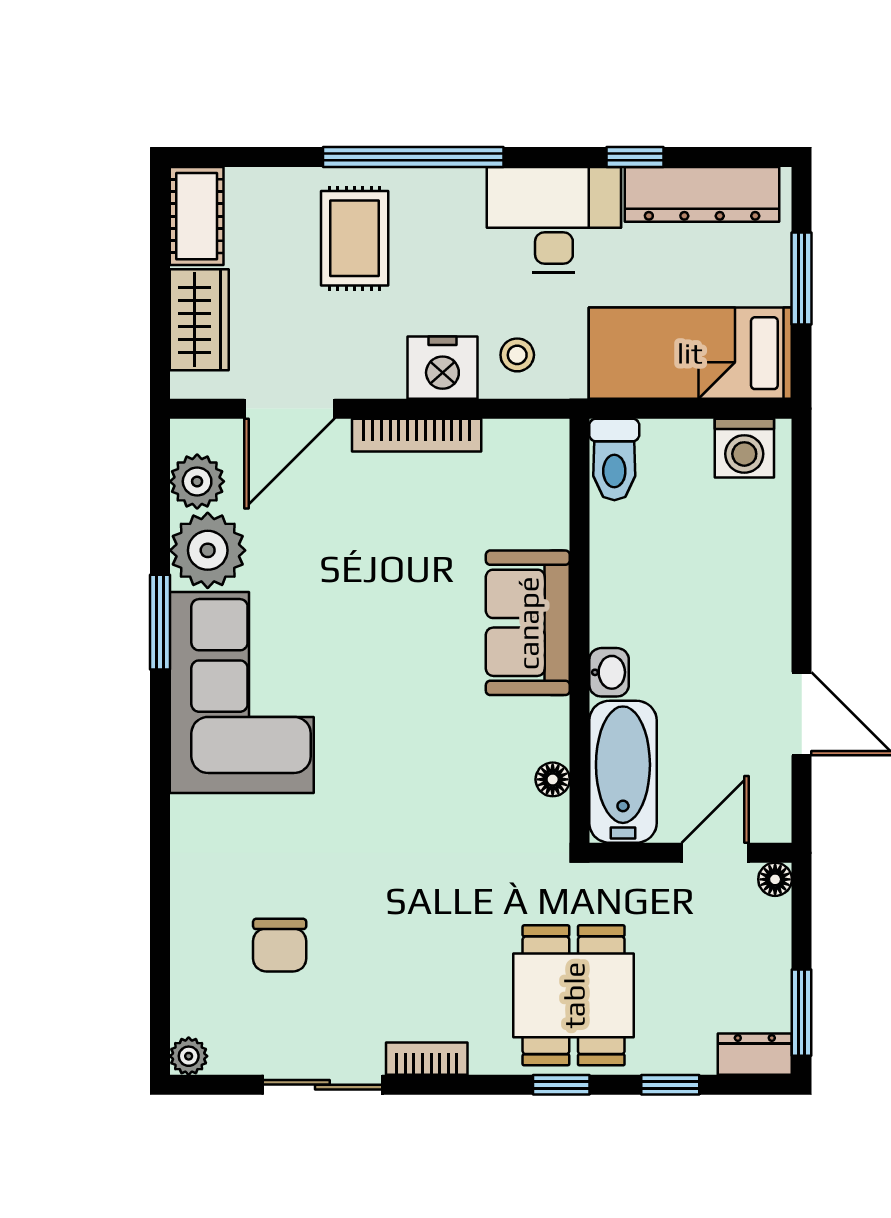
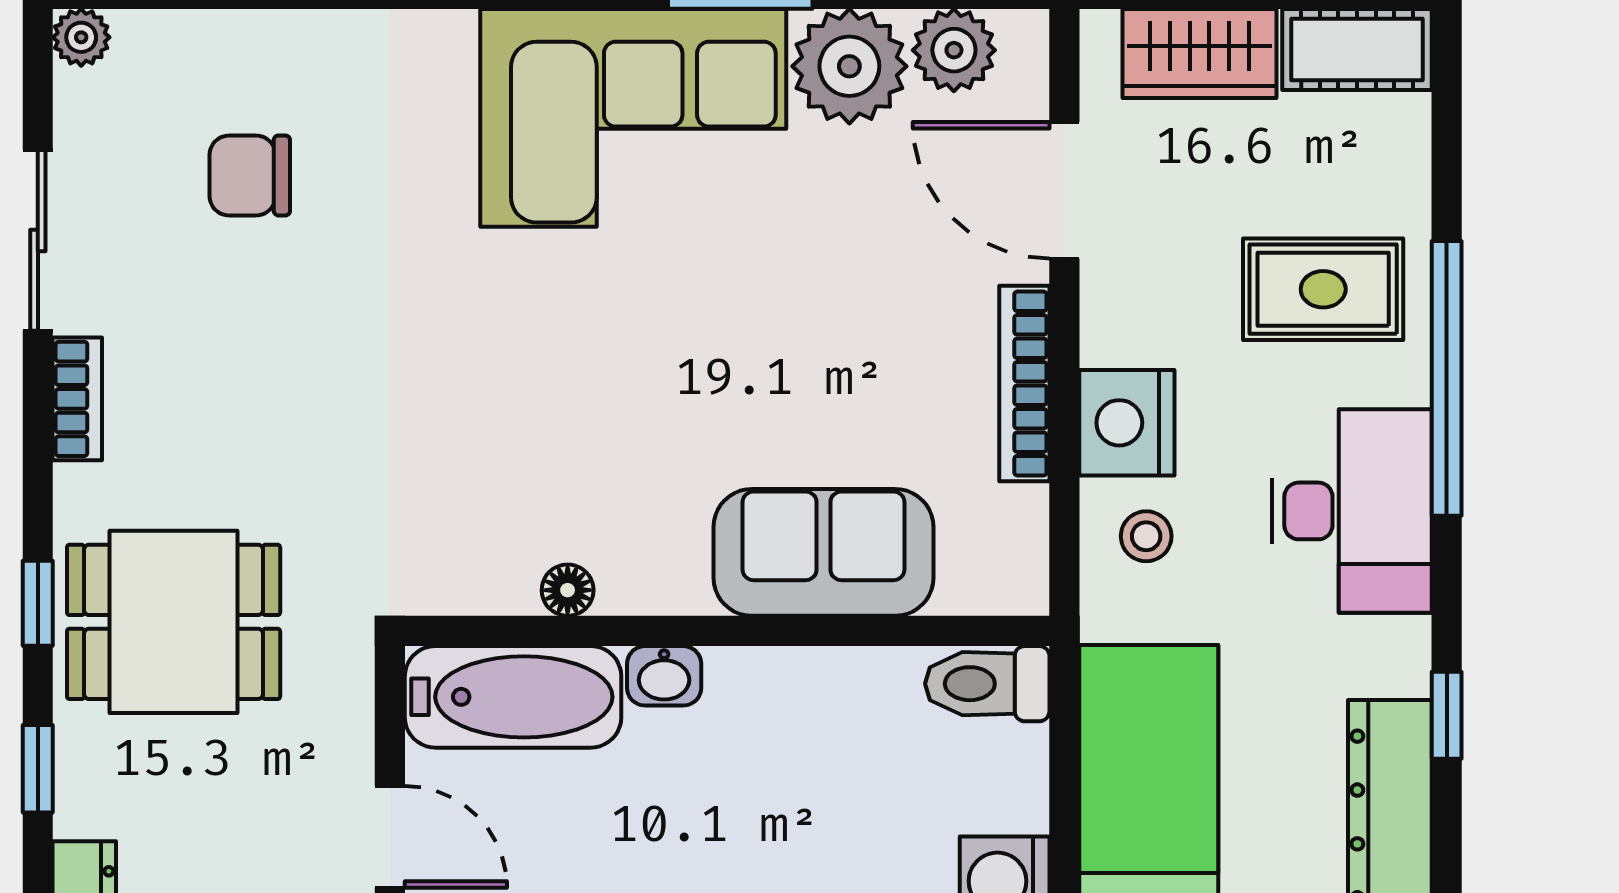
desk: (554, 220) -> (1352, 511), moved
sofa: (528, 623) -> (824, 552), moved
floor lamp: (553, 779) -> (568, 590), moved

